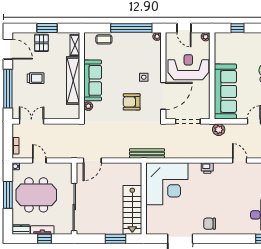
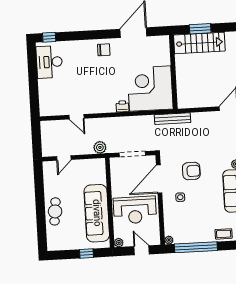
sofa: (225, 91) -> (97, 213), moved
printer: (207, 168) -> (122, 106), moved
stairs: (132, 210) -> (199, 43), moved, turned 90

